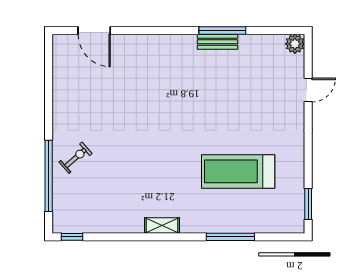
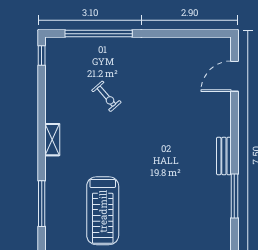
bench: (218, 42) -> (224, 156), moved
exercise bike: (75, 158) -> (106, 96), moved
treadmill: (238, 171) -> (103, 211), turned 180

